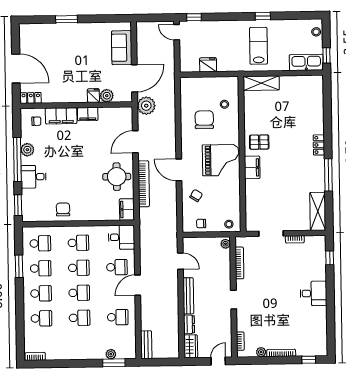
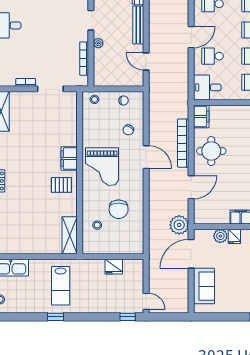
shelving: (261, 83) -> (70, 235), moved, turned 90
grand piano: (221, 160) -> (102, 167), turned -90
plant: (225, 244) -> (98, 43), moved

